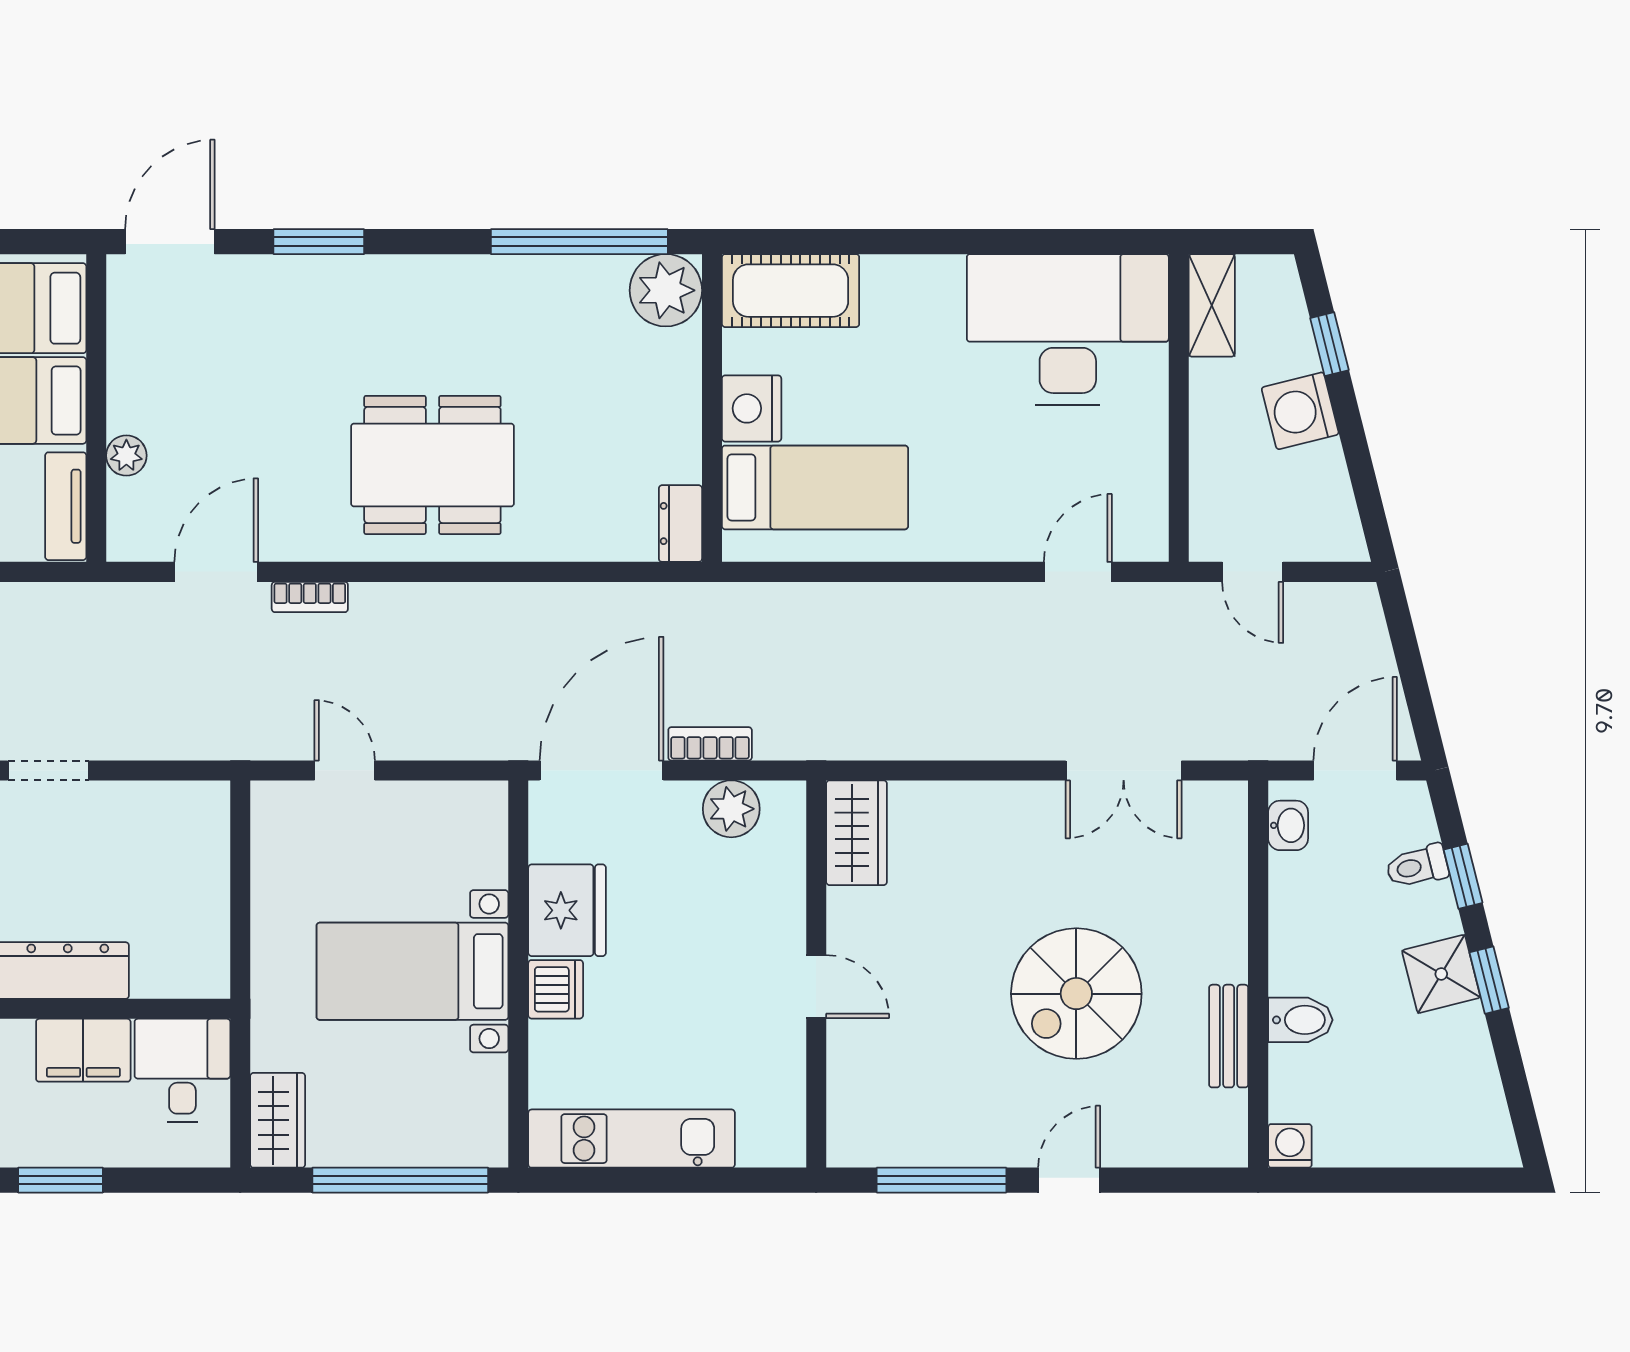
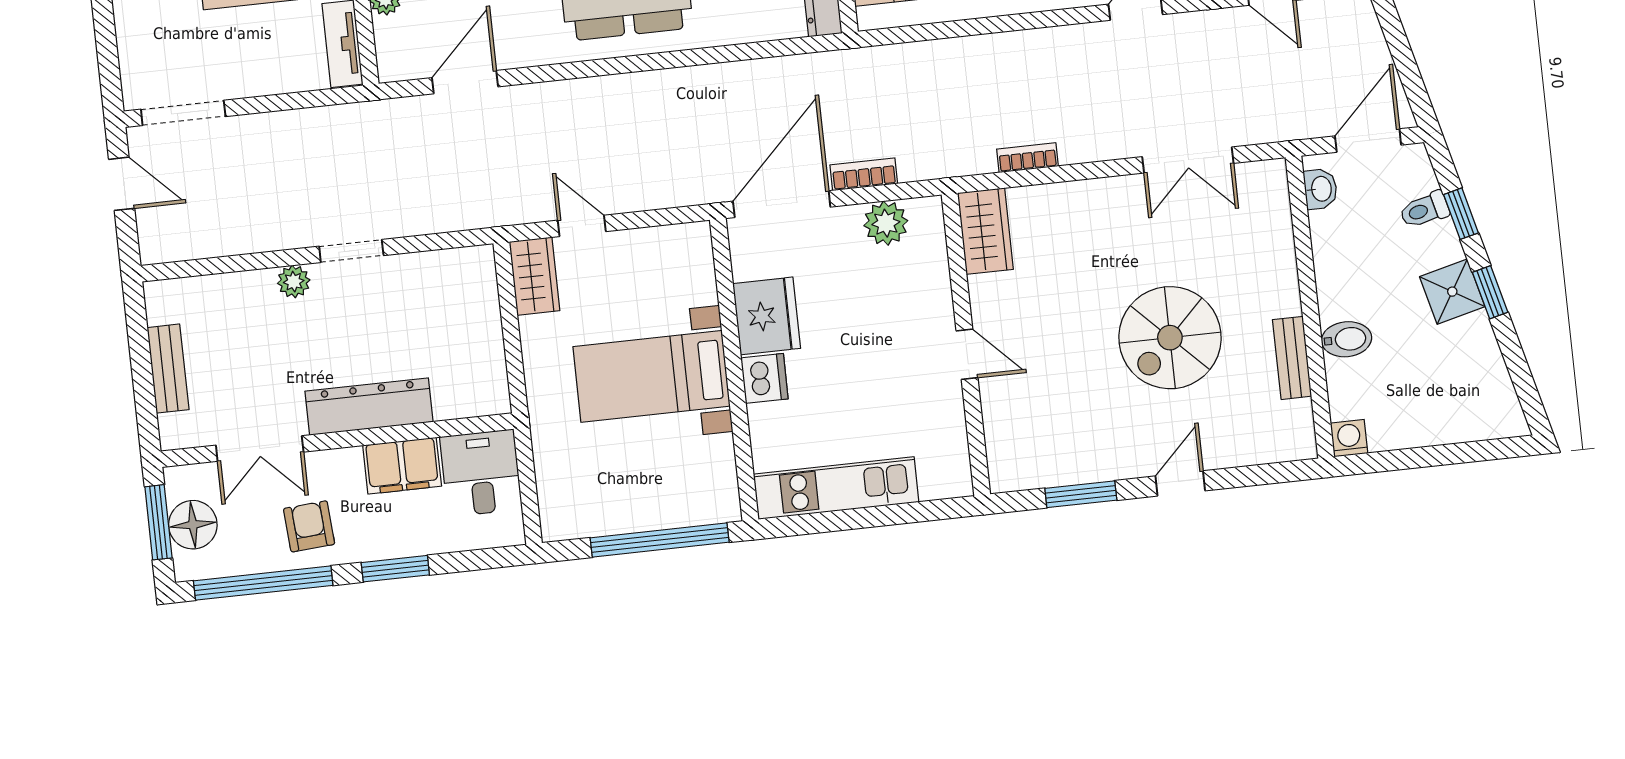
bookcase: (310, 597) -> (1028, 158), moved, turned 180
wardrobe: (278, 1120) -> (534, 276), moved
window: (941, 1180) -> (1081, 494), width x0.69

